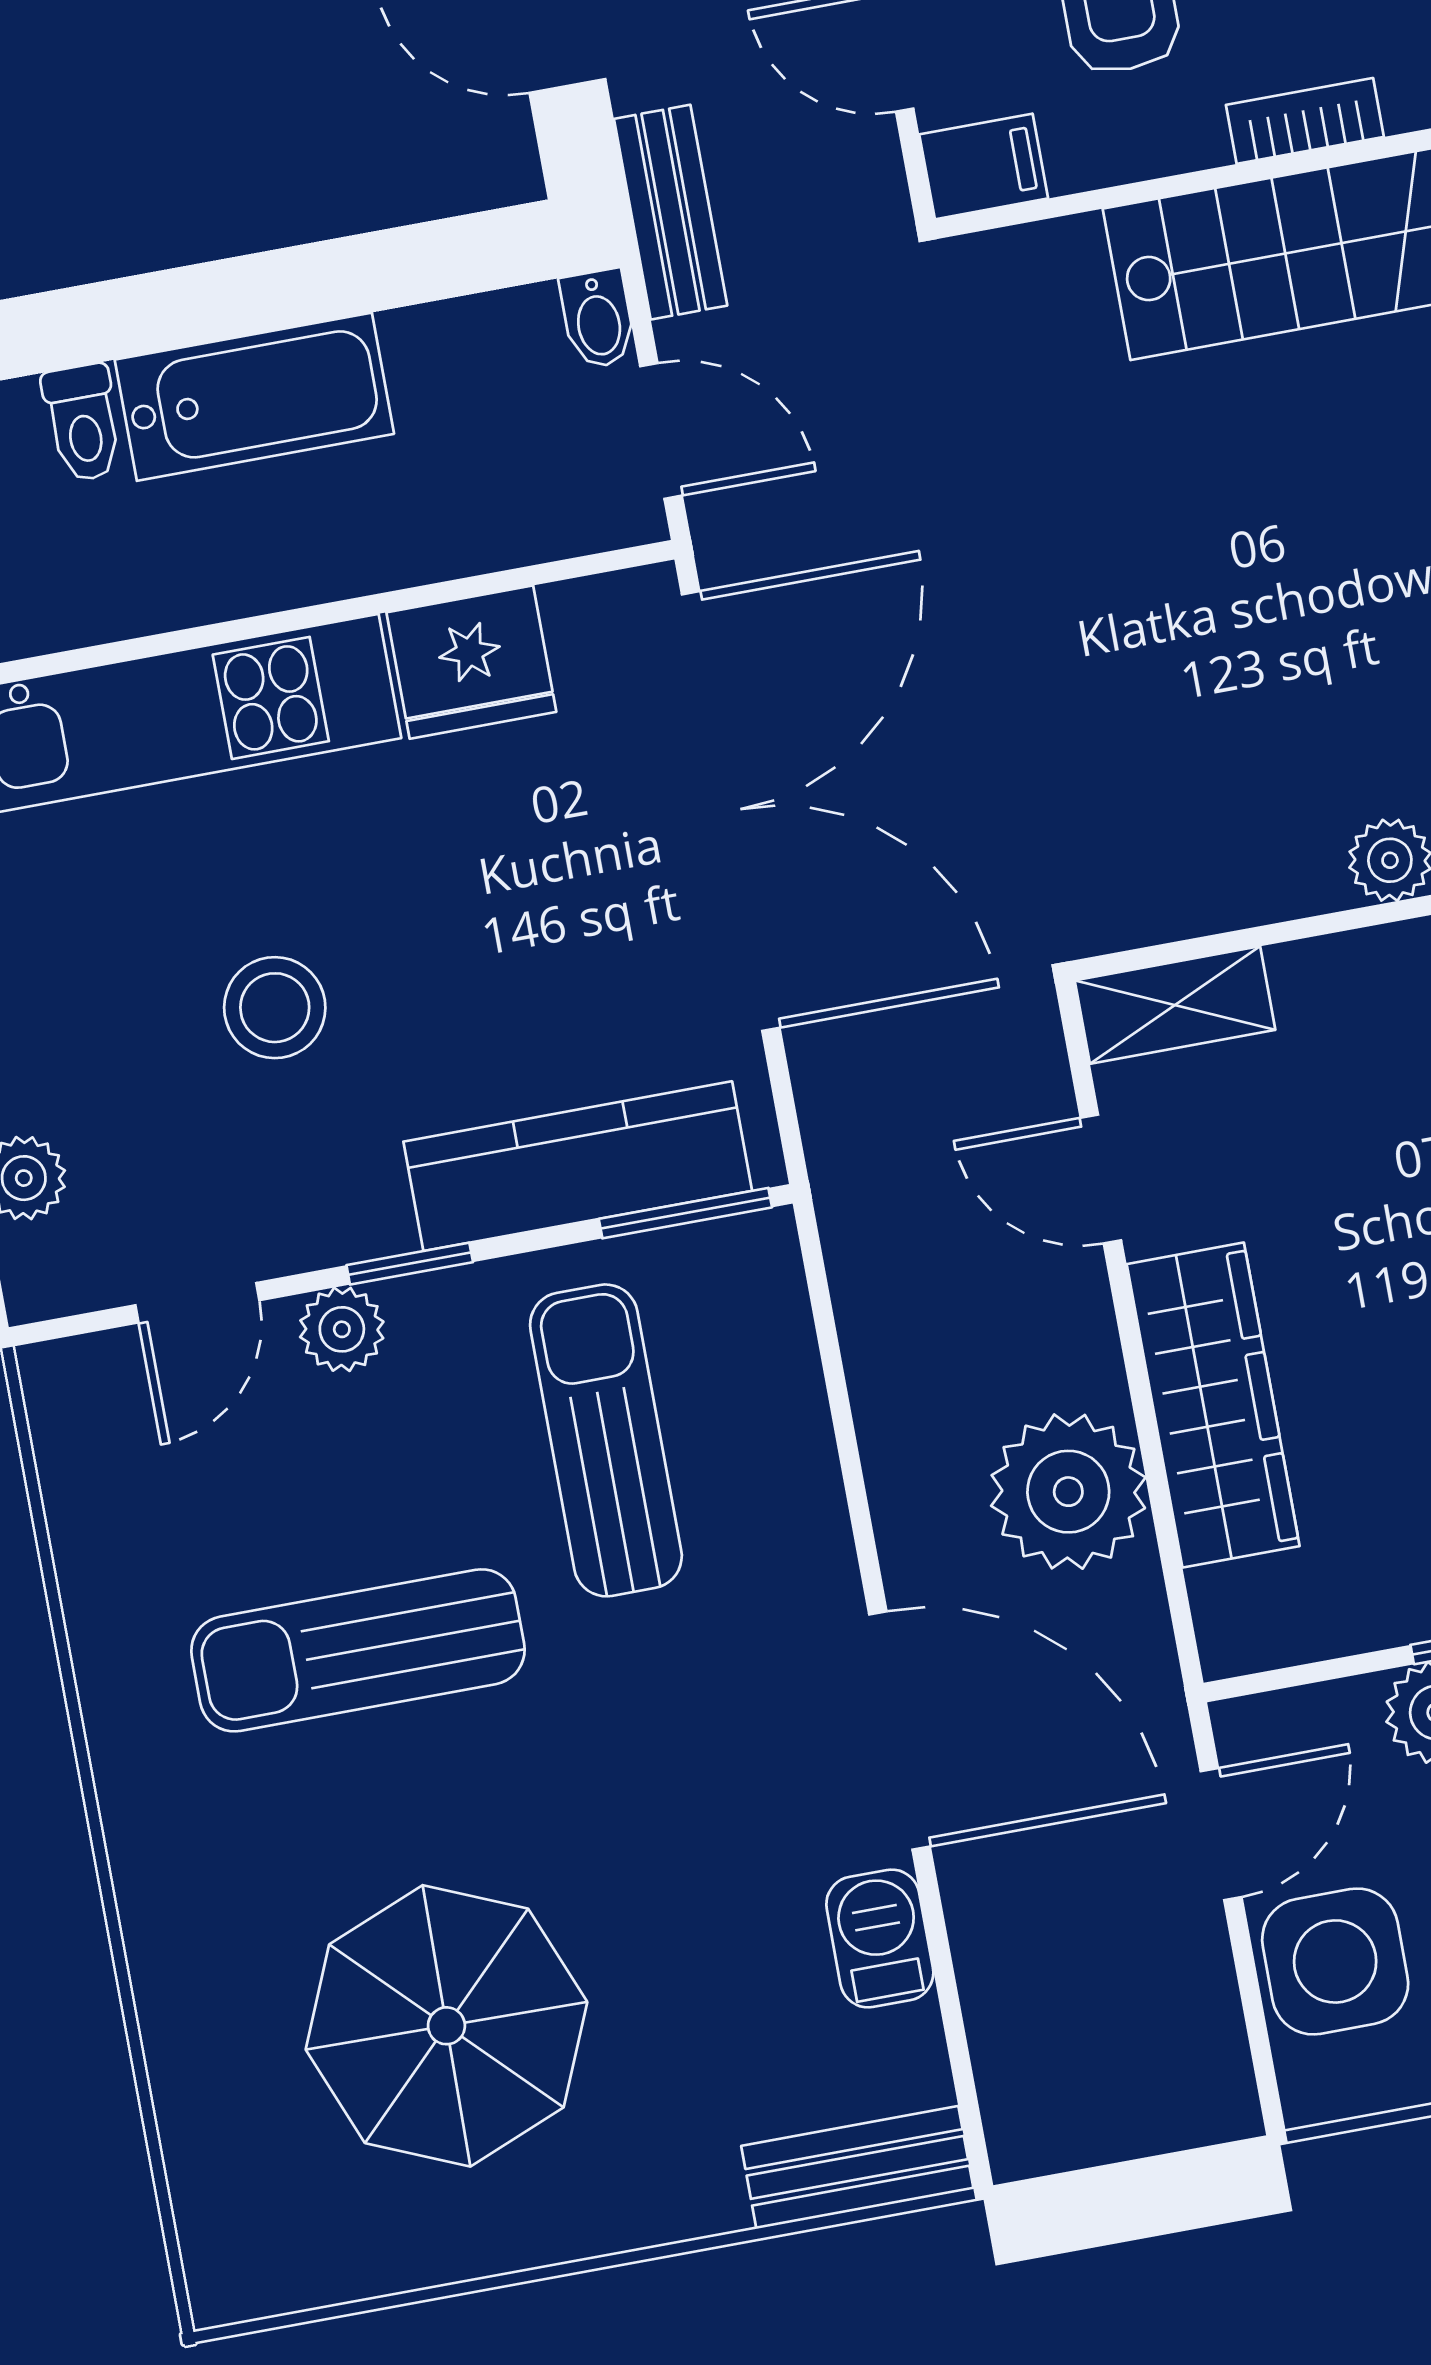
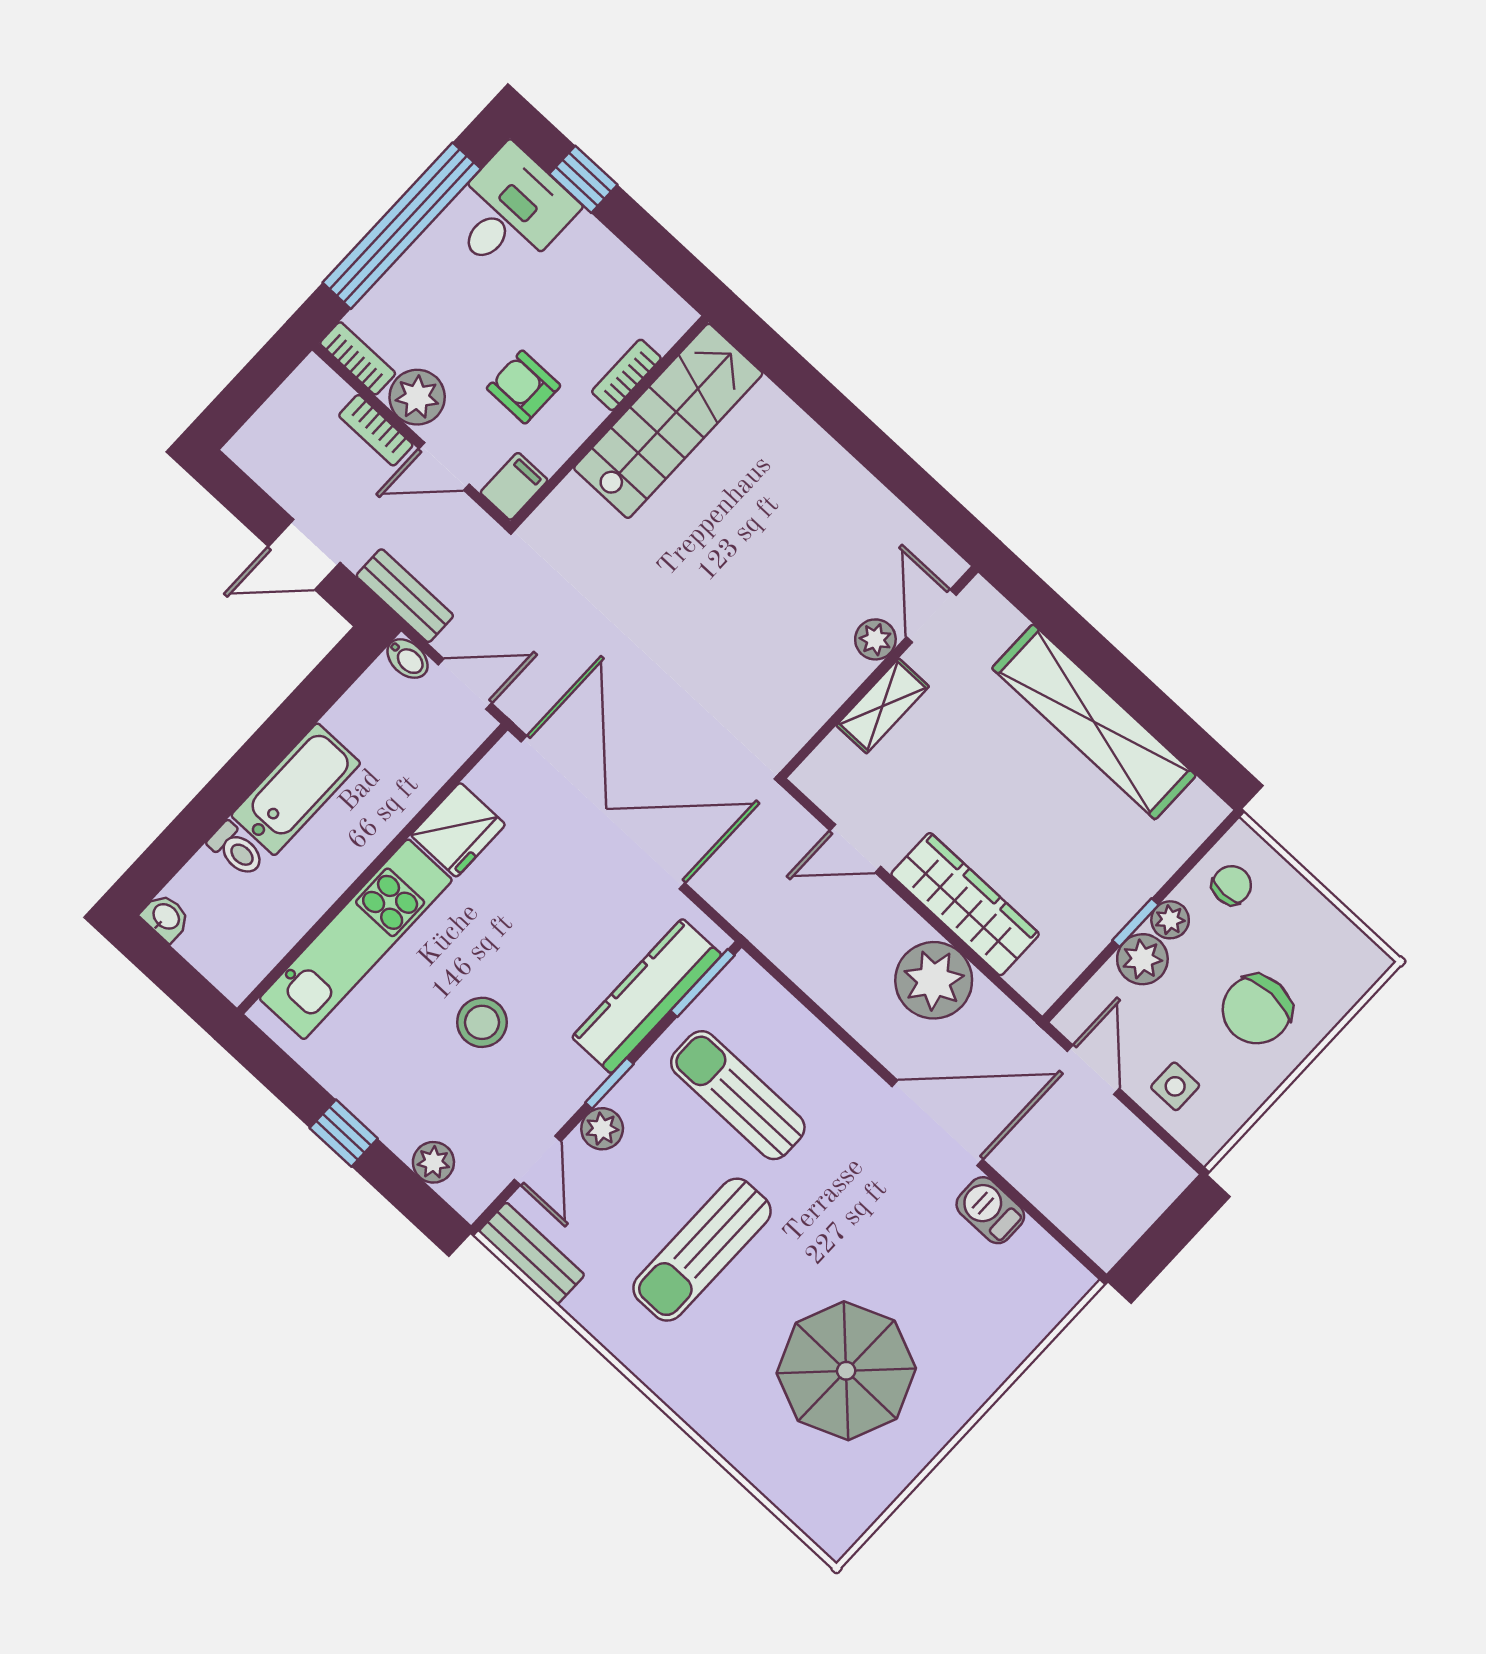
shelving: (1175, 1005) -> (883, 706), moved
side table: (1335, 1961) -> (1175, 1086), width x0.54, depth x0.54
bench: (857, 2167) -> (532, 1253), moved, turned 90

